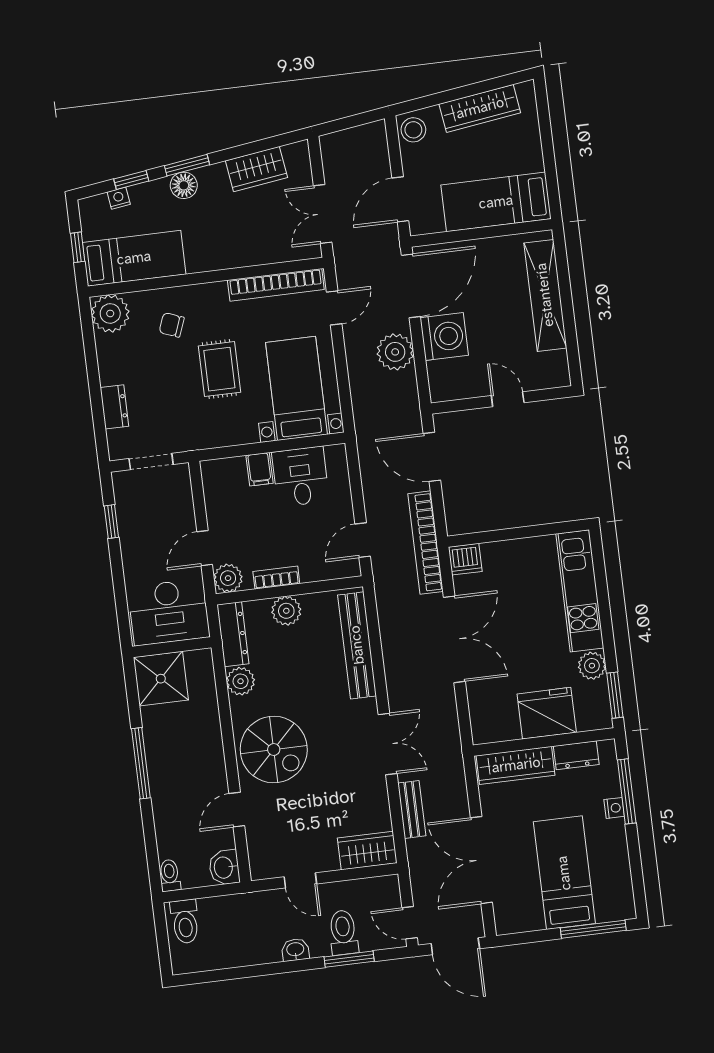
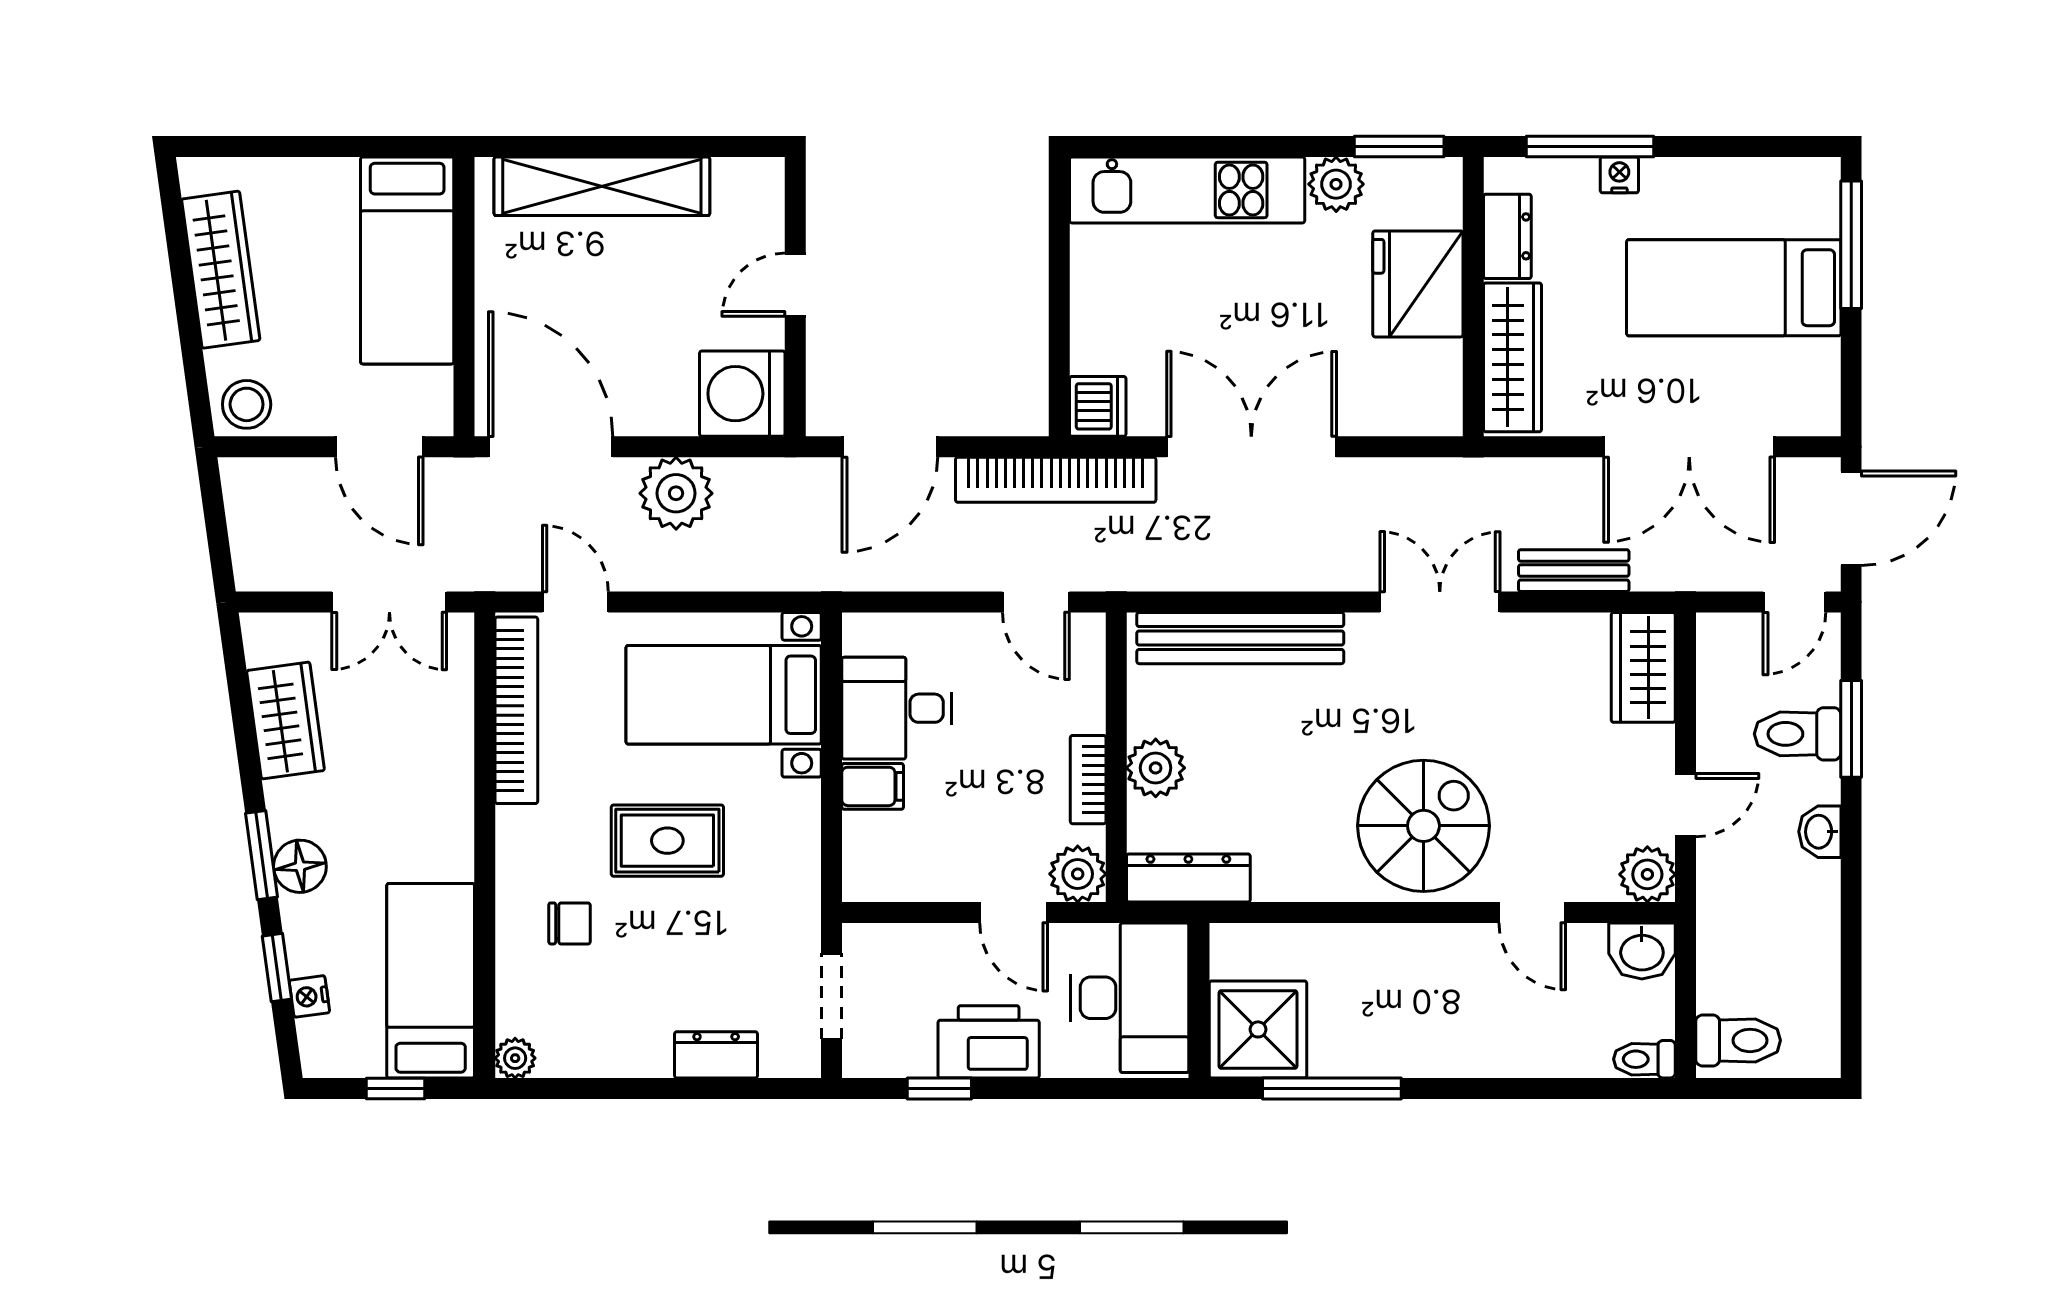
plant: (110, 313) -> (515, 1058), width x0.53, depth x0.53
chair: (172, 325) -> (570, 923), turned -111
washing machine: (444, 336) -> (742, 394), moved, turned -90
printer: (138, 544) -> (989, 1042), added
plant: (241, 681) -> (1647, 874), moved
window: (141, 763) -> (1332, 1088), moved

